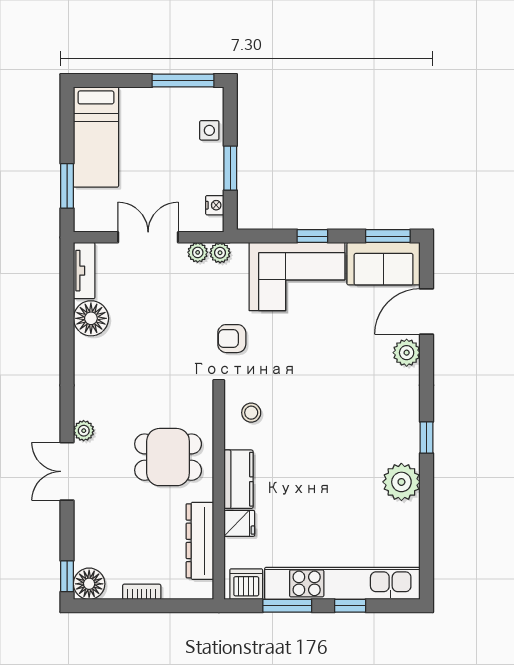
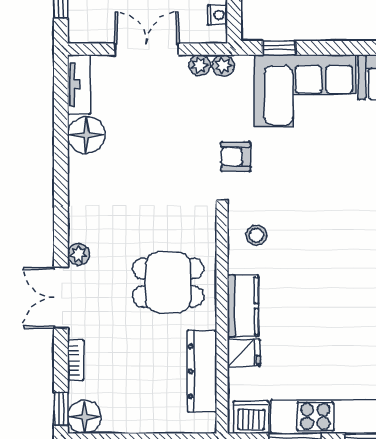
window: (312, 236) -> (279, 48), moved
bookcase: (142, 592) -> (76, 360), moved, turned 90

